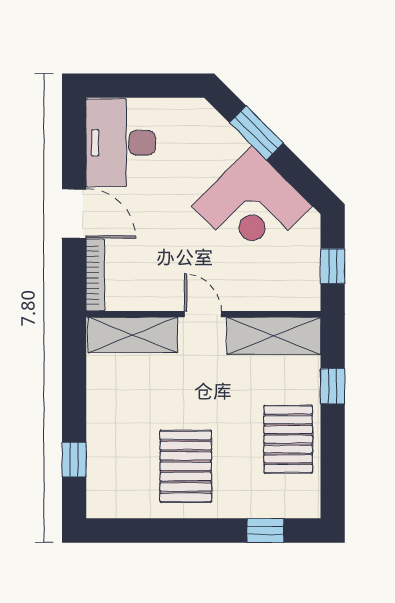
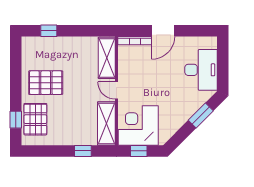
desk: (121, 143) -> (201, 70), moved, turned 90
corner desk: (252, 206) -> (138, 125), moved, turned 45
door: (203, 314) -> (116, 91), swing flipped
pallet: (288, 439) -> (35, 119), moved, turned 90

